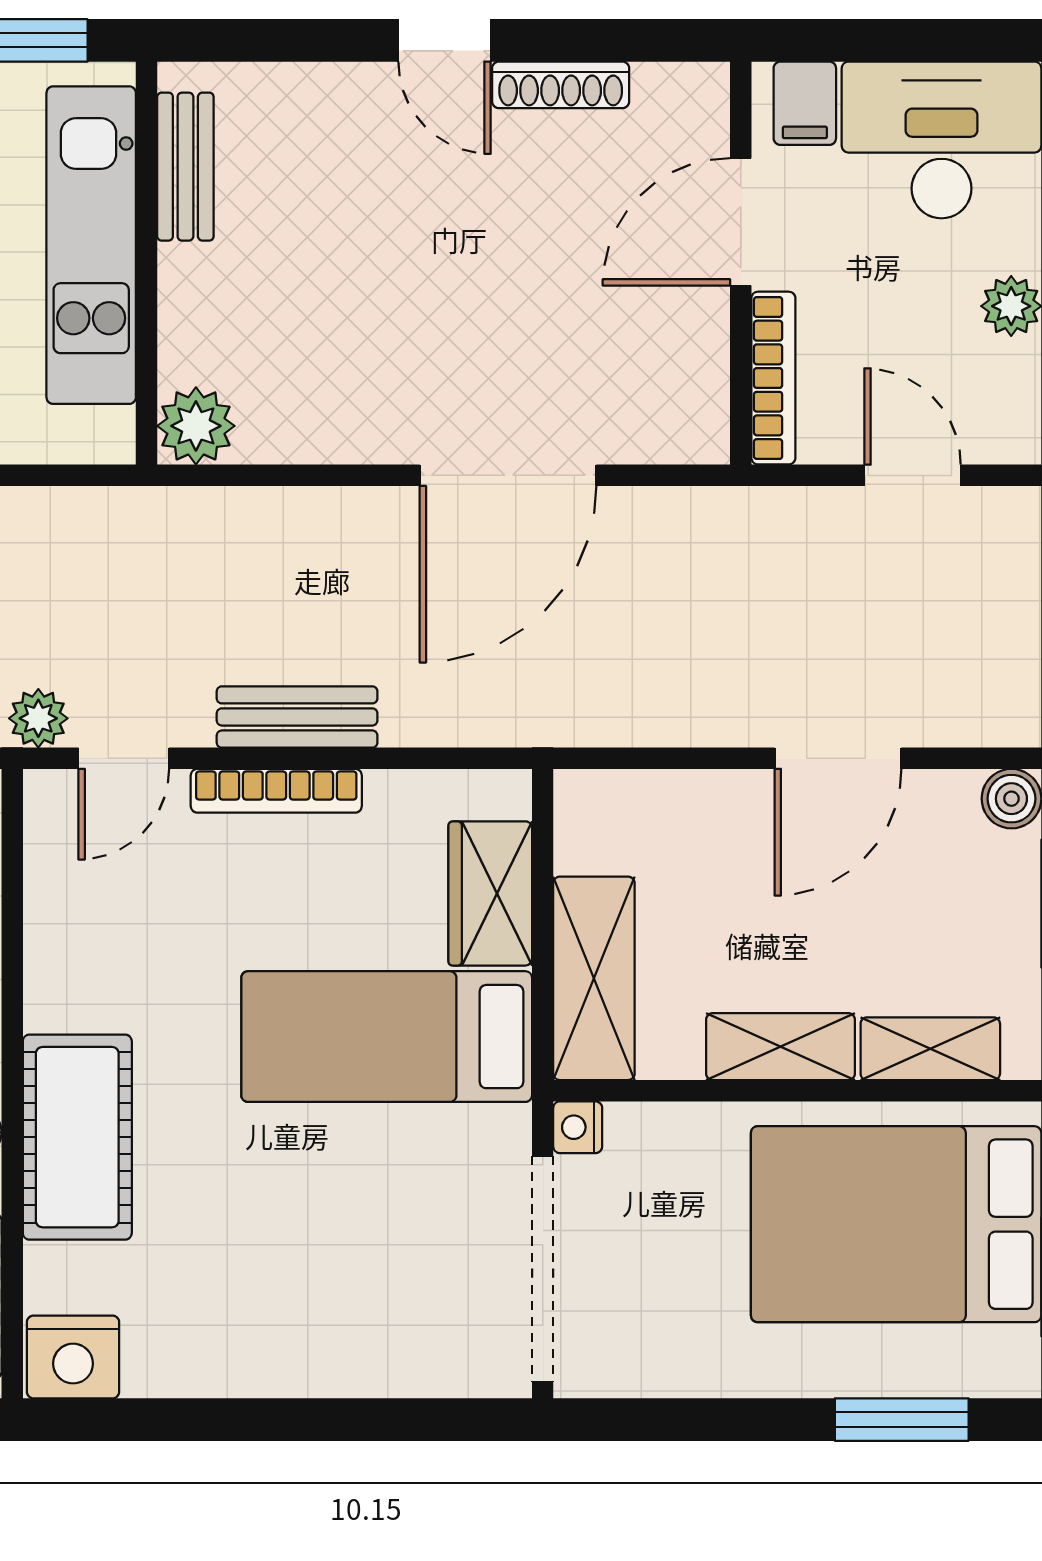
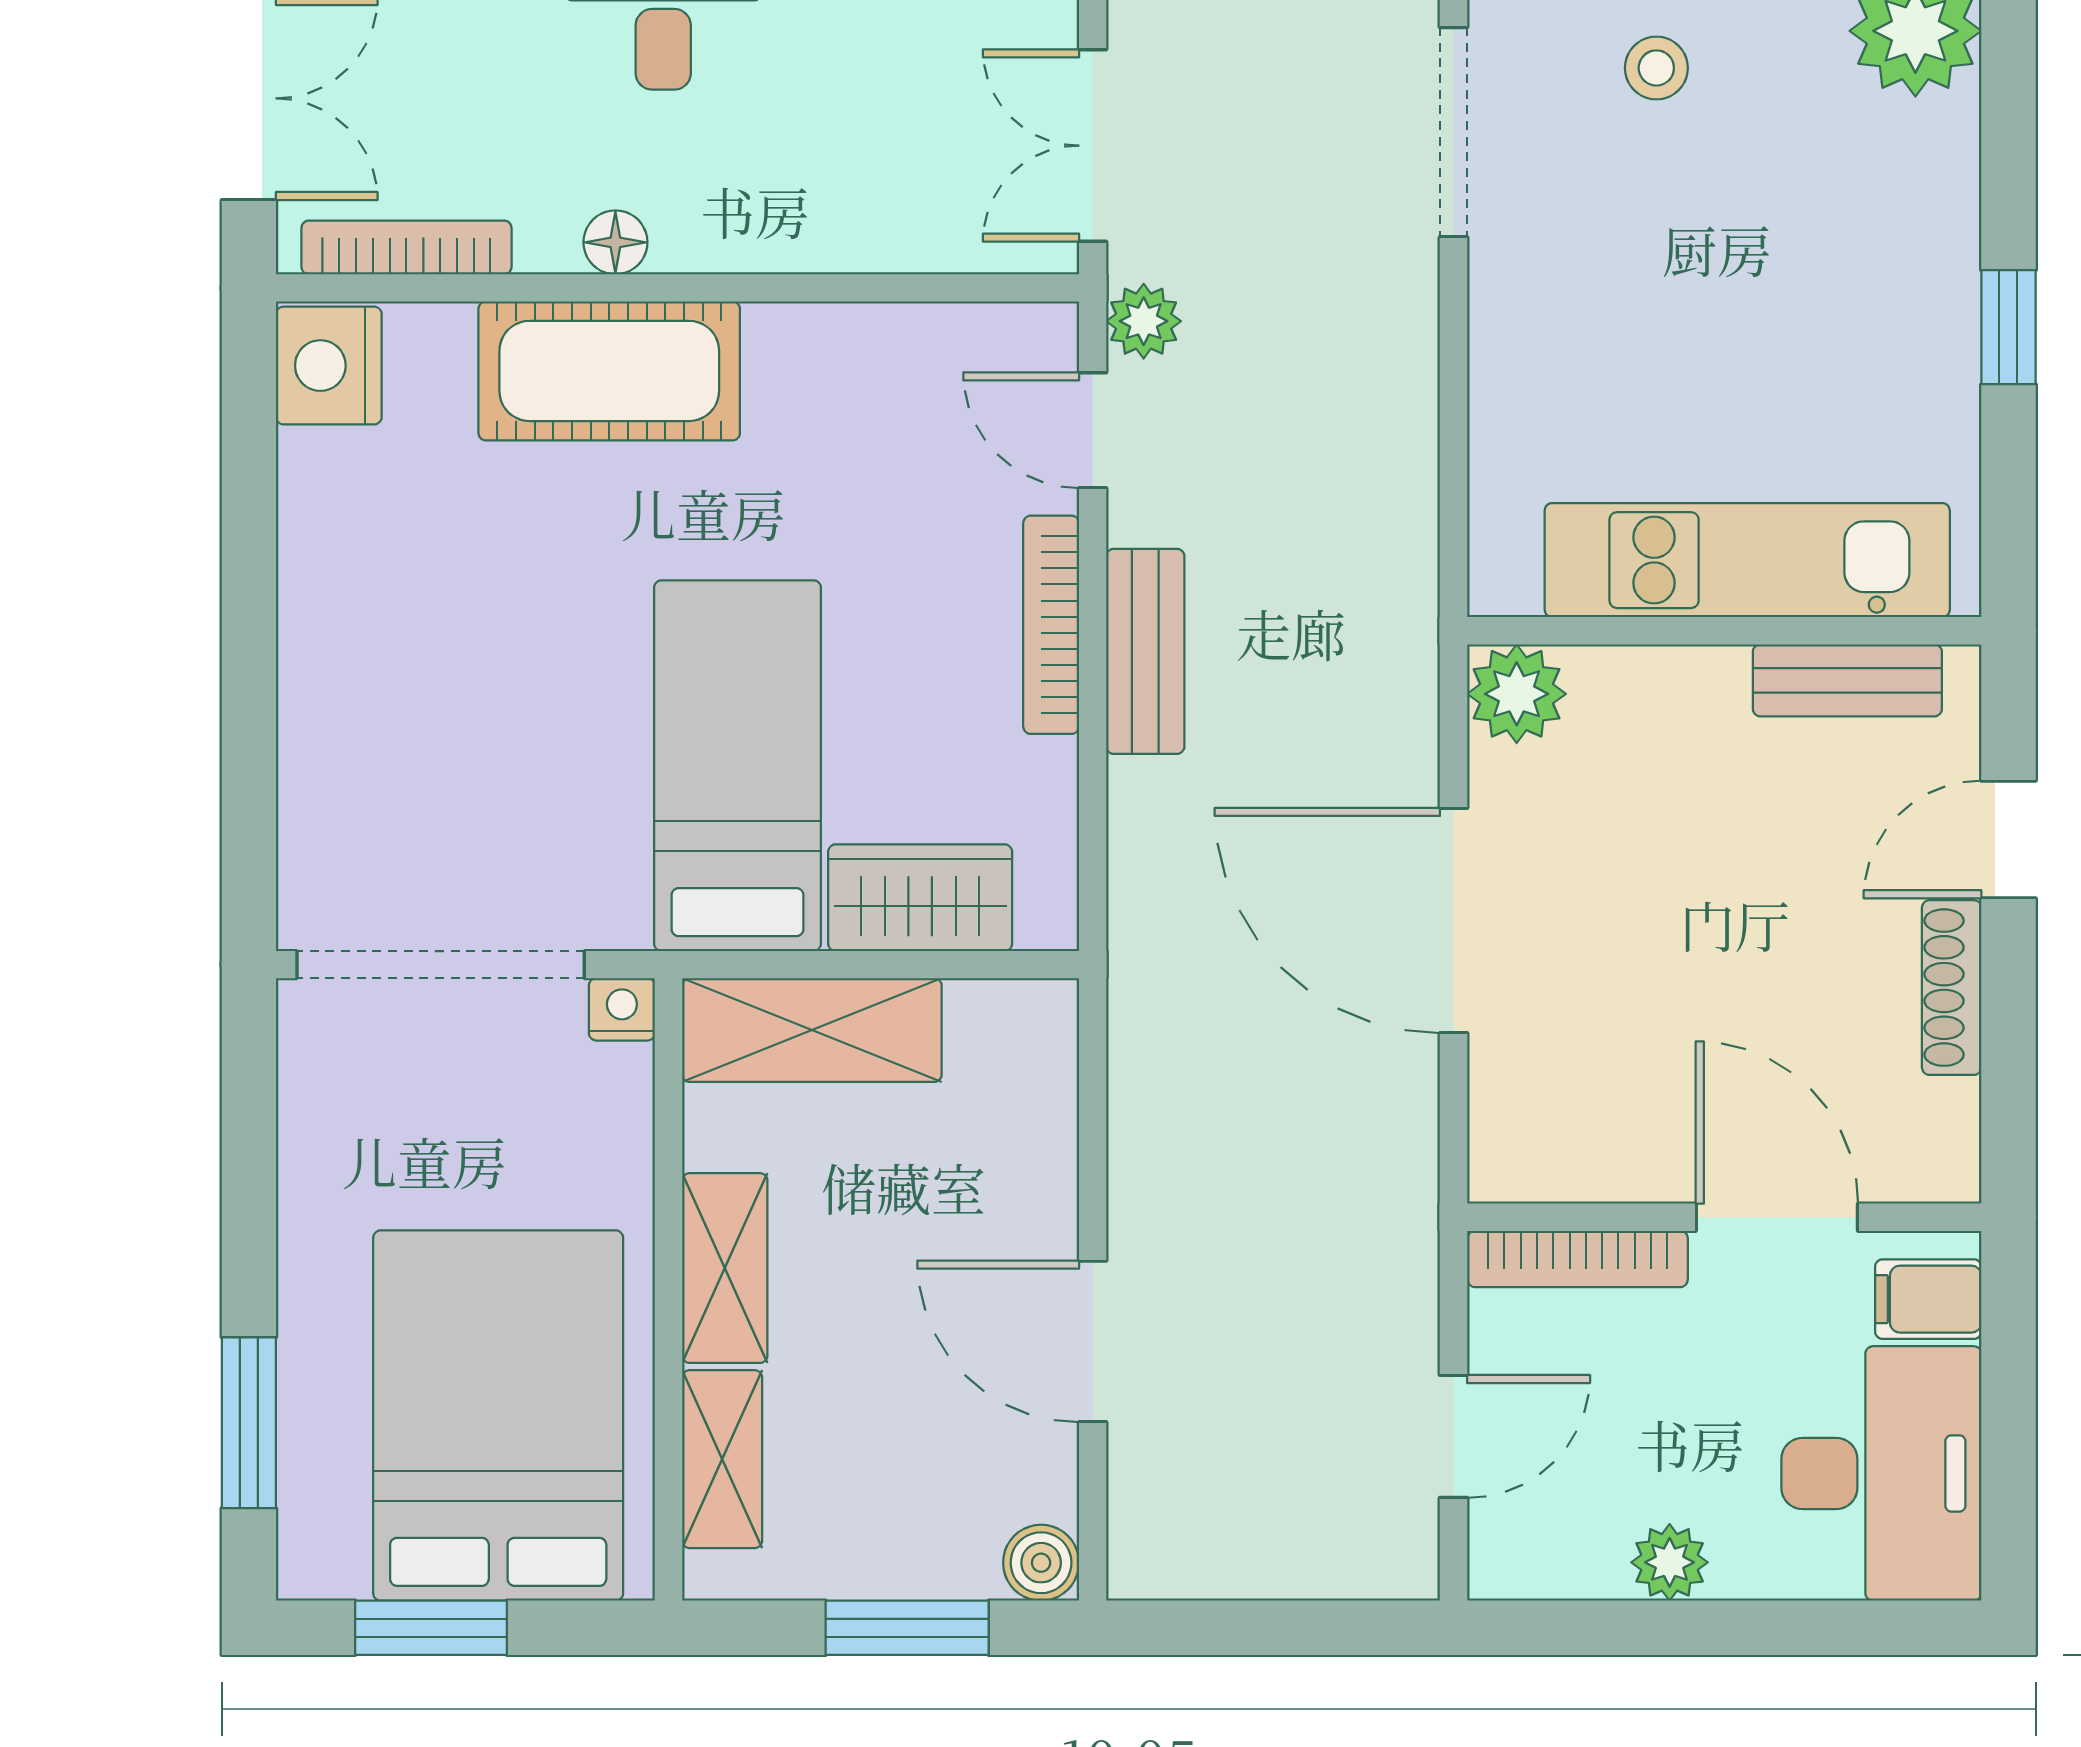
bench: (185, 167) -> (1847, 680), moved
kitchen unit: (91, 245) -> (1747, 560), moved
wall: (147, 263) -> (1724, 631), moved
plant: (196, 426) -> (1517, 694), moved

